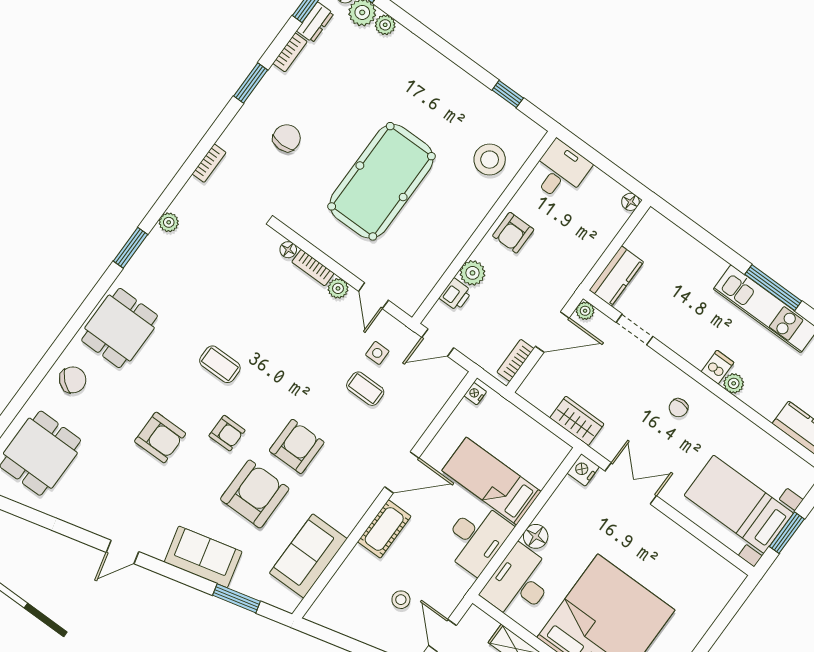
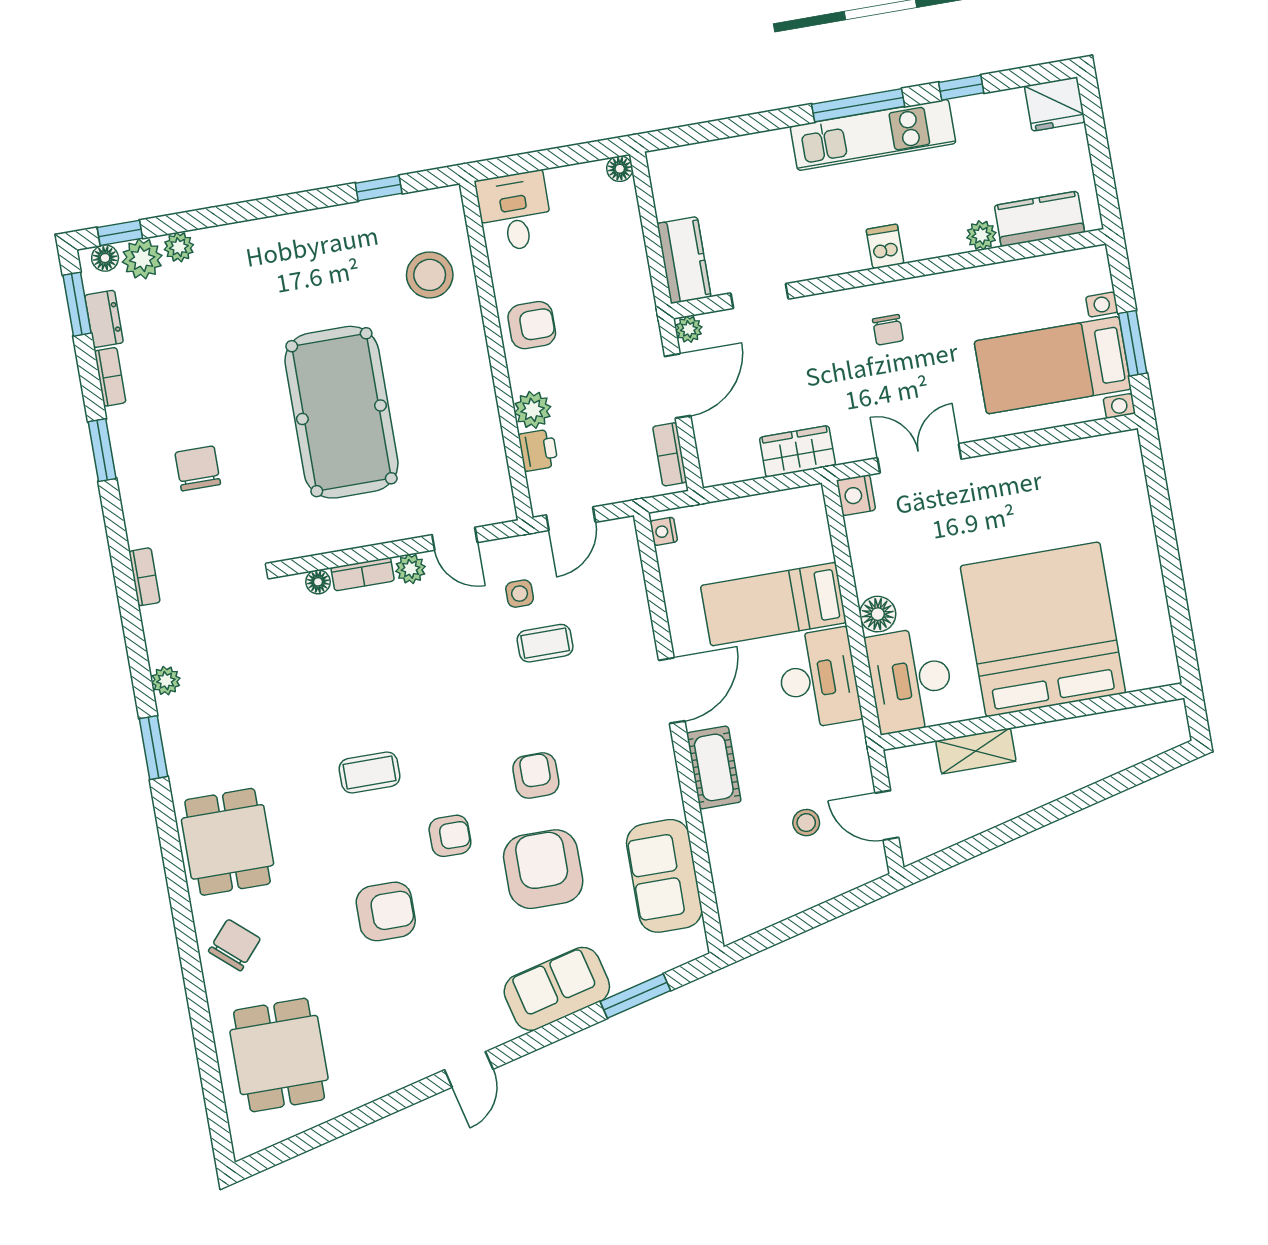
armchair: (513, 233) -> (532, 325), turned -90
plant: (734, 383) -> (981, 235), moved
armchair: (297, 446) -> (536, 776), width x0.72, depth x0.72

